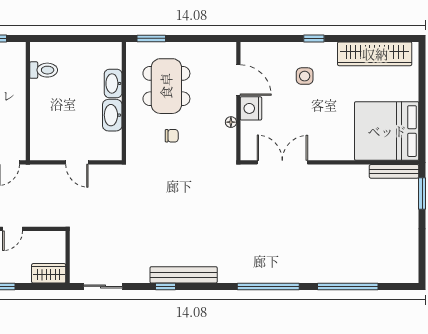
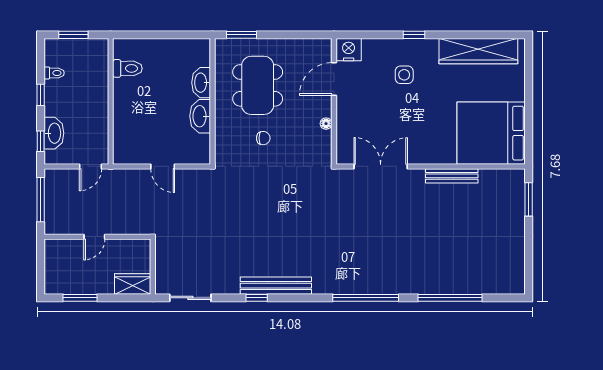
door: (238, 80) -> (334, 79), swing flipped
nightstand: (251, 108) -> (349, 50), moved, turned 90
bench: (394, 171) -> (452, 176), moved

